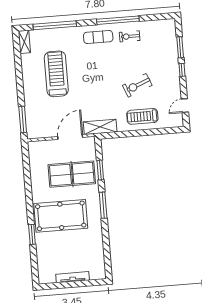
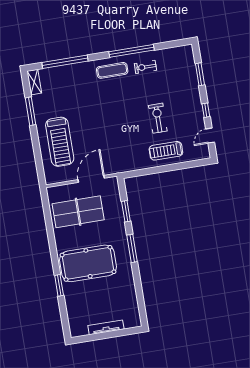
window: (182, 70) -> (206, 110), moved
treadmill: (56, 74) -> (60, 142), moved, turned 180
exercise bike: (137, 85) -> (158, 118), turned 112
window: (23, 119) -> (31, 111), moved
shelving: (100, 127) -> (122, 166), removed
table tennis table: (72, 174) -> (78, 212), moved

